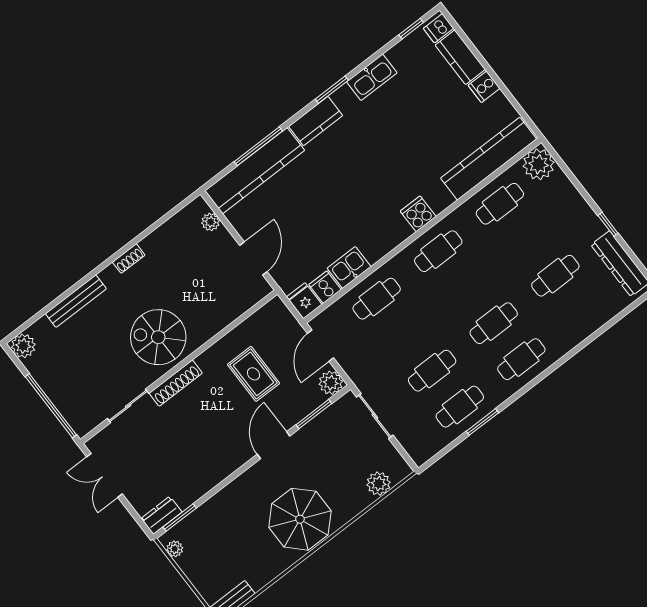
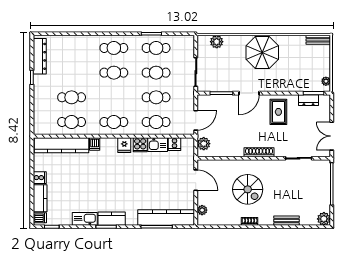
kitchen counter: (316, 121) -> (112, 219), moved
plant: (539, 164) -> (42, 126), removed
dishwasher: (442, 198) -> (95, 144), added
cooker: (418, 214) -> (140, 145), moved
door: (253, 258) -> (196, 180), swing flipped
cafe table: (555, 276) -> (72, 97), moved
bench: (76, 301) -> (286, 221), width x0.73
fridge: (304, 301) -> (124, 145), moved
cafe table: (404, 335) -> (156, 97), added
spiral stairs: (158, 337) -> (248, 189), moved
rug: (254, 374) -> (278, 112), moved
shoe rack: (176, 383) -> (259, 152), moved
plant: (331, 383) -> (204, 144), moved
double door: (105, 475) -> (332, 136), swing flipped
dresser: (161, 515) -> (308, 100), moved

